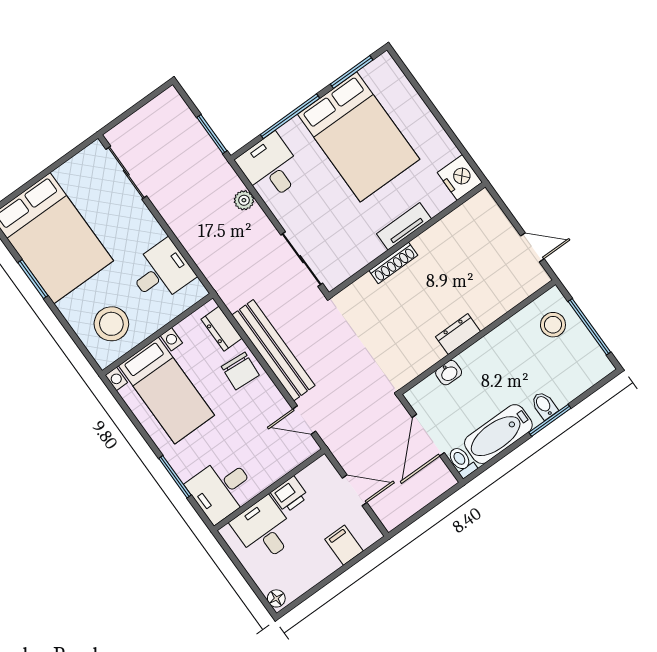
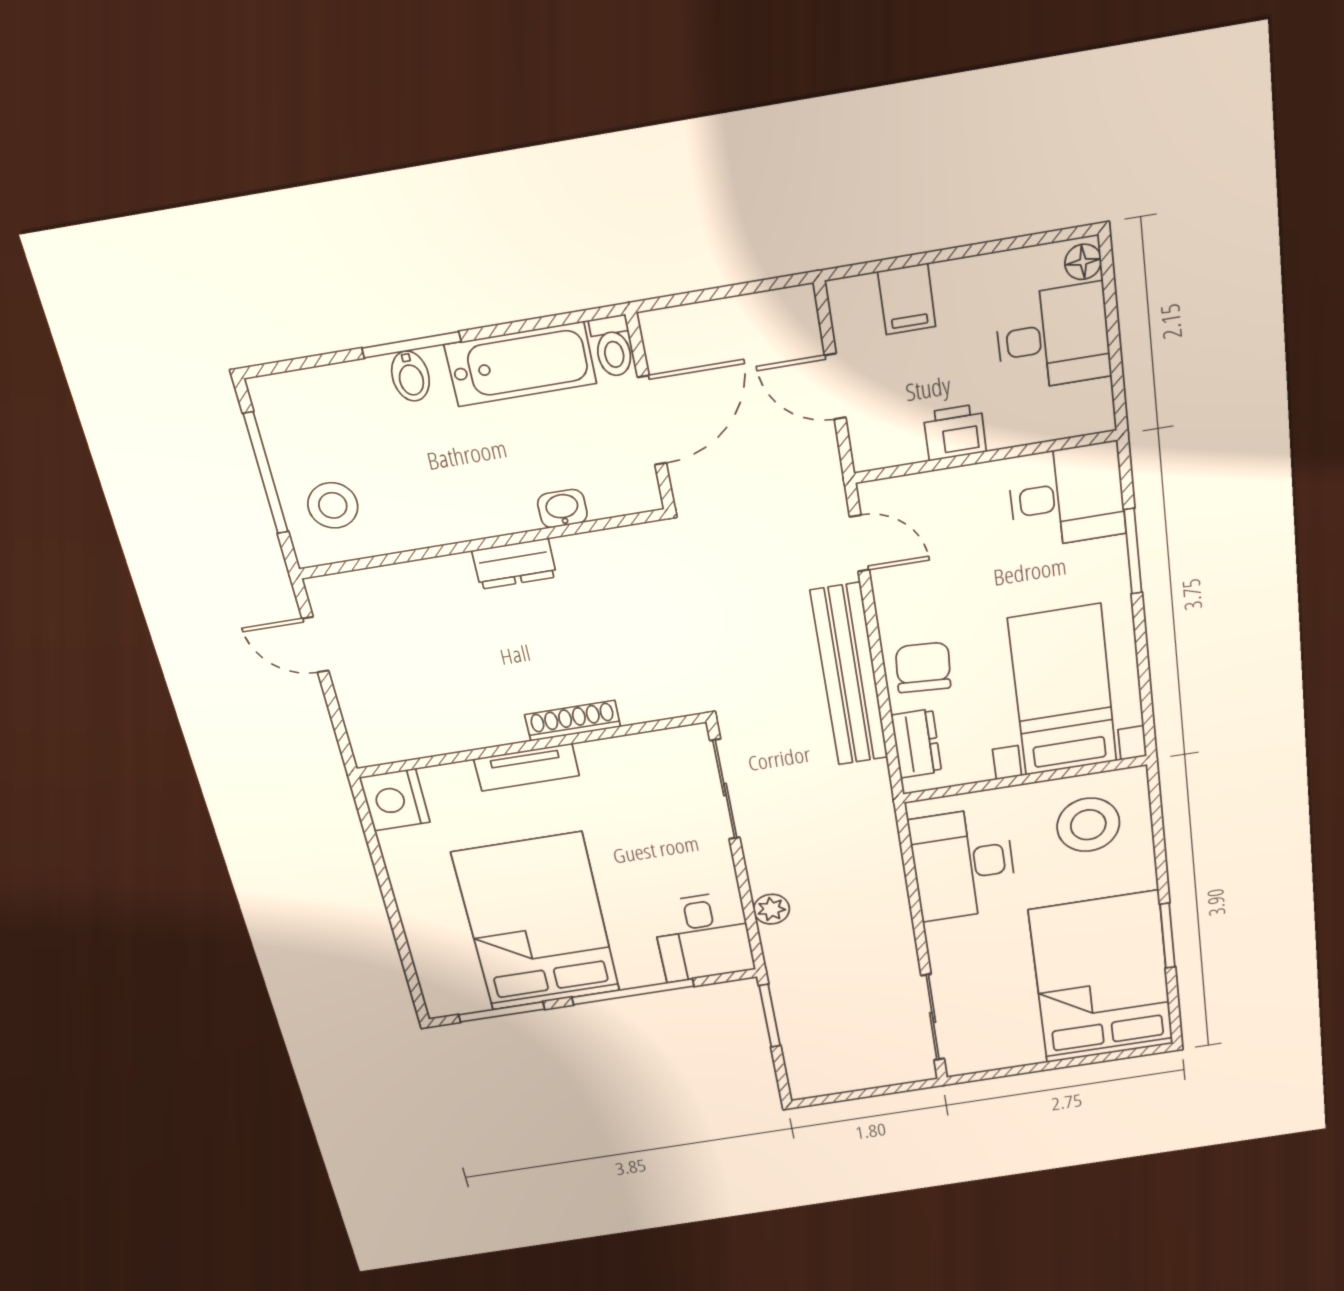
desk: (161, 272) -> (963, 864), width x1.37
desk: (264, 530) -> (1053, 337), moved, turned -90

